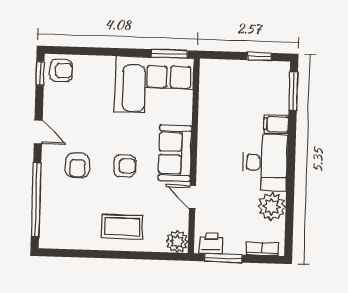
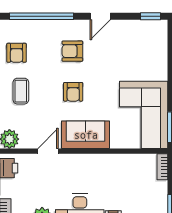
bookcase: (215, 65) -> (162, 167), added
armchair: (61, 70) -> (17, 53), moved
coffee table: (122, 227) -> (21, 91), width x0.73, depth x0.77

